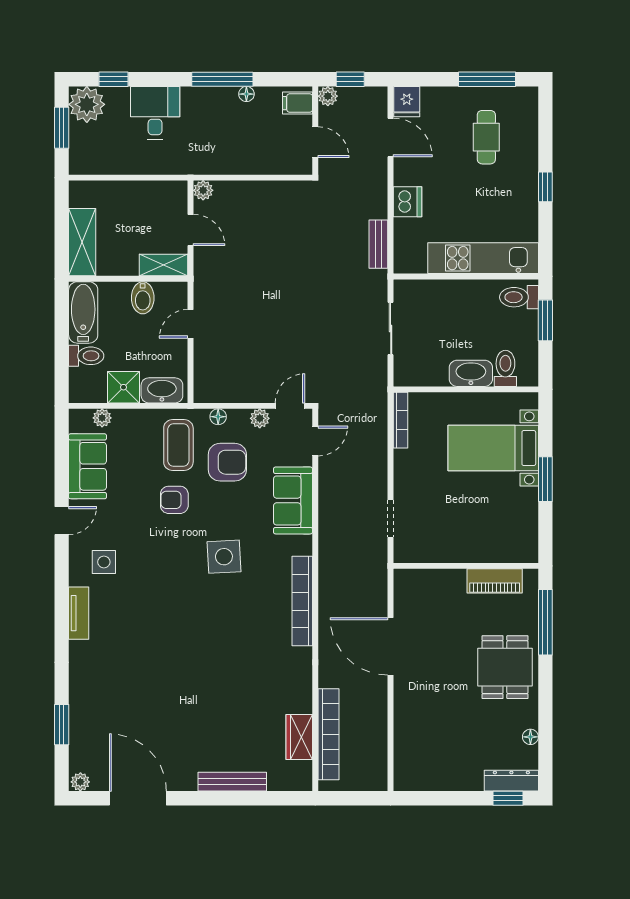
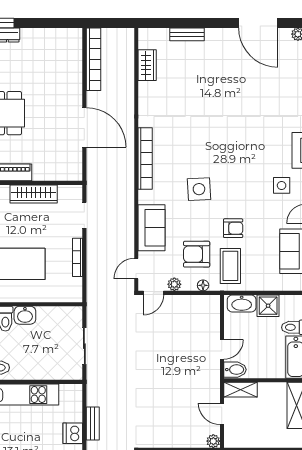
bench: (378, 244) -> (93, 424), moved
bidet: (143, 298) -> (235, 370), moved, turned 90
washbasin: (471, 373) -> (25, 315), width x0.72
plant: (102, 418) -> (283, 285), removed
bookcase: (401, 420) -> (78, 257), moved
wardrobe: (464, 550) -> (34, 194), added
bookcase: (328, 734) -> (93, 59), moved, turned 180
bench: (232, 782) -> (187, 34), width x0.73

